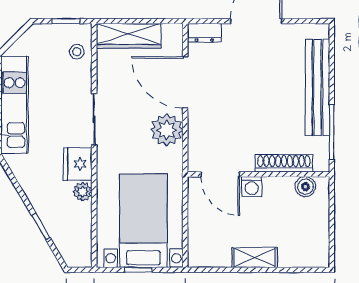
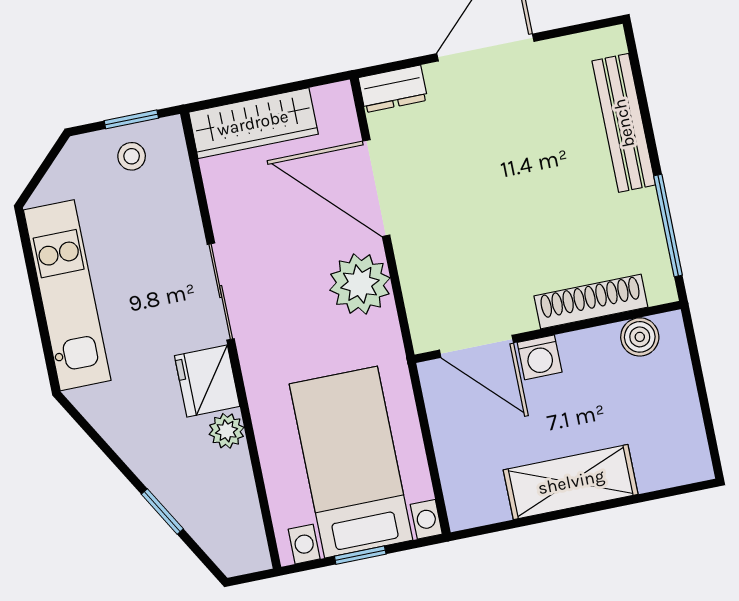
stool: (77, 52) -> (132, 156), moved
bench: (318, 88) -> (624, 123), width x0.73, depth x0.82
shelving: (255, 258) -> (571, 482), width x1.50, depth x1.33

